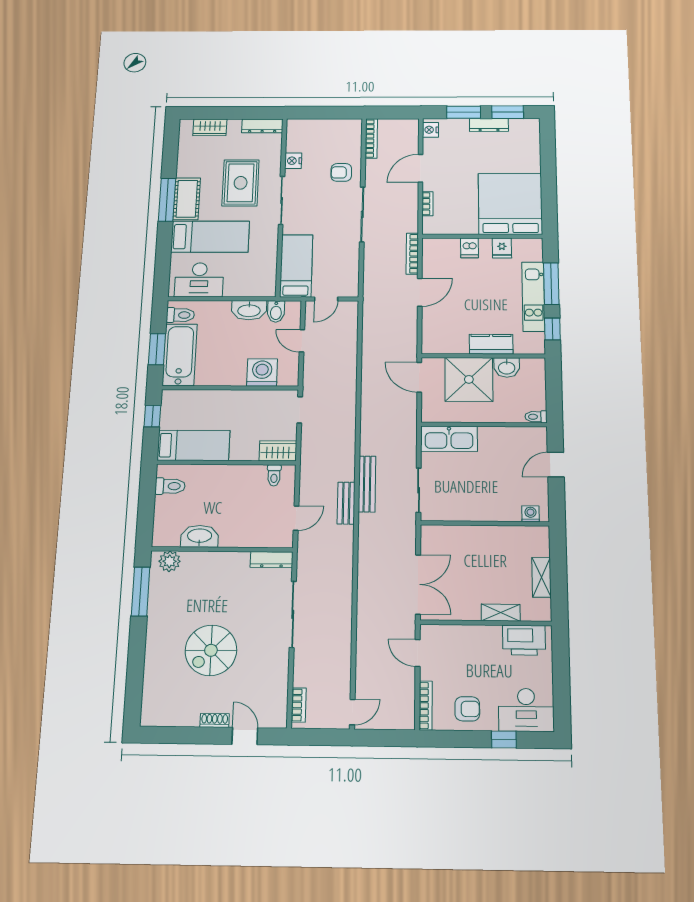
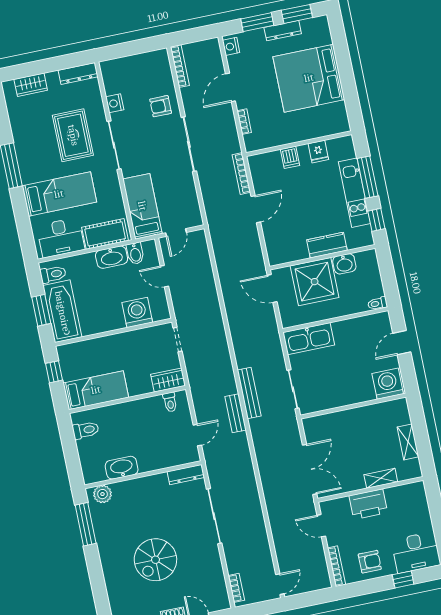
cot: (187, 199) -> (105, 234), moved, turned 90
bed: (510, 204) -> (309, 78), moved, turned -90
washing machine: (530, 514) -> (388, 384), width x1.89, depth x1.89
printer: (524, 640) -> (368, 504), moved

